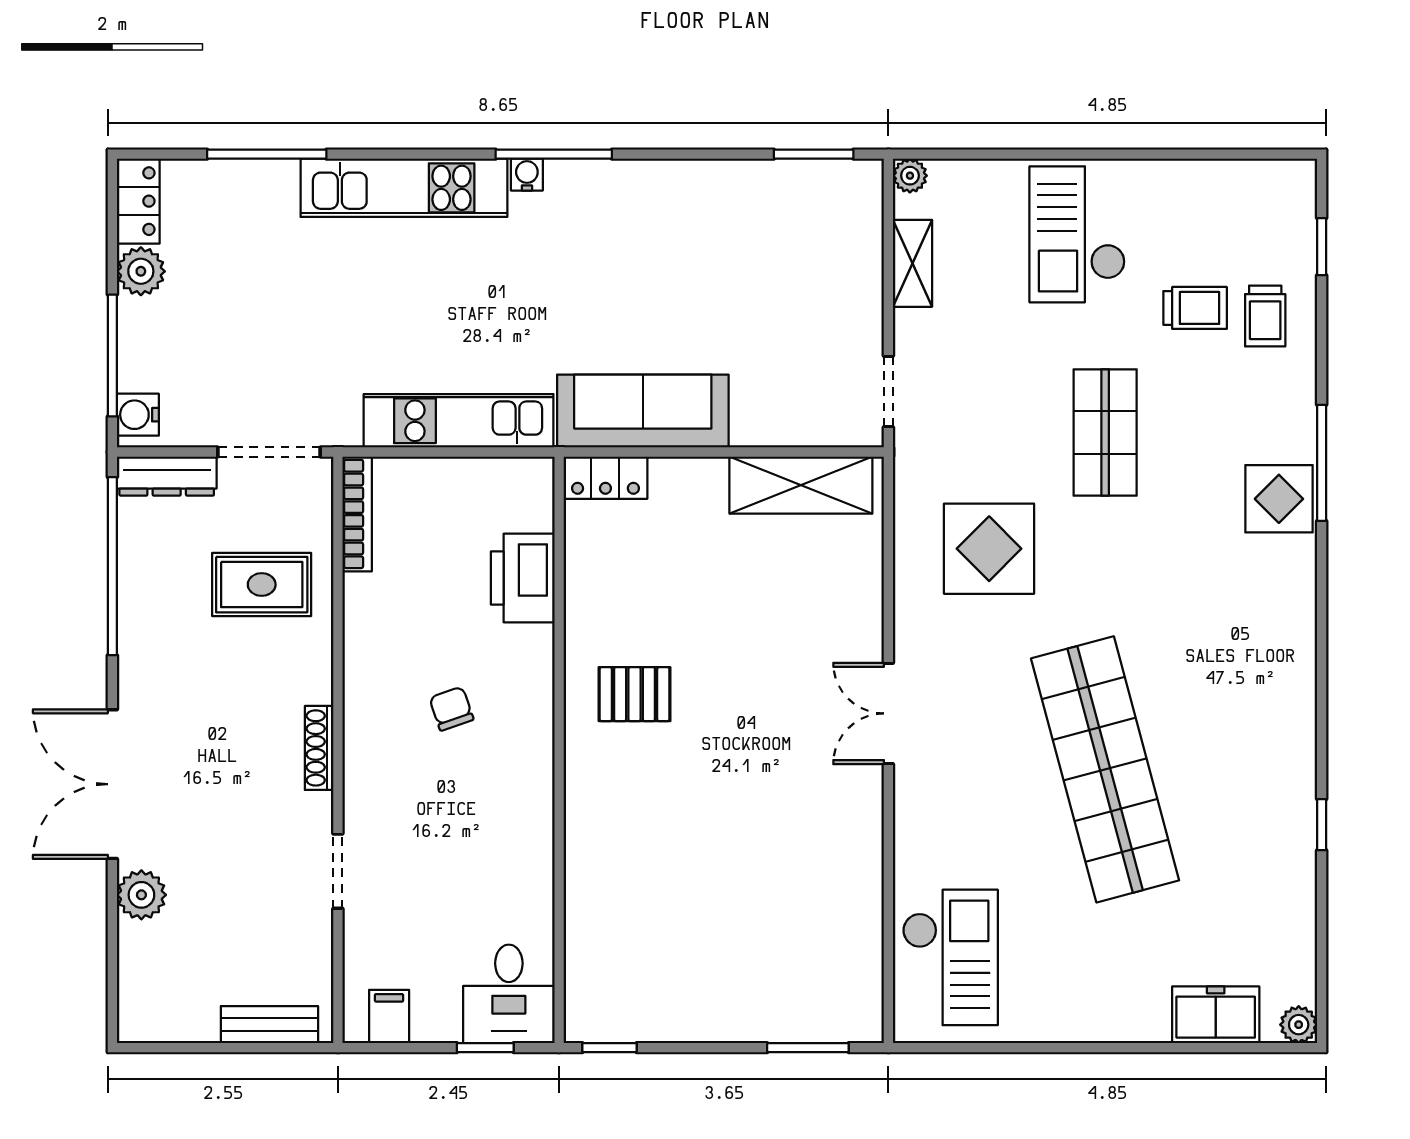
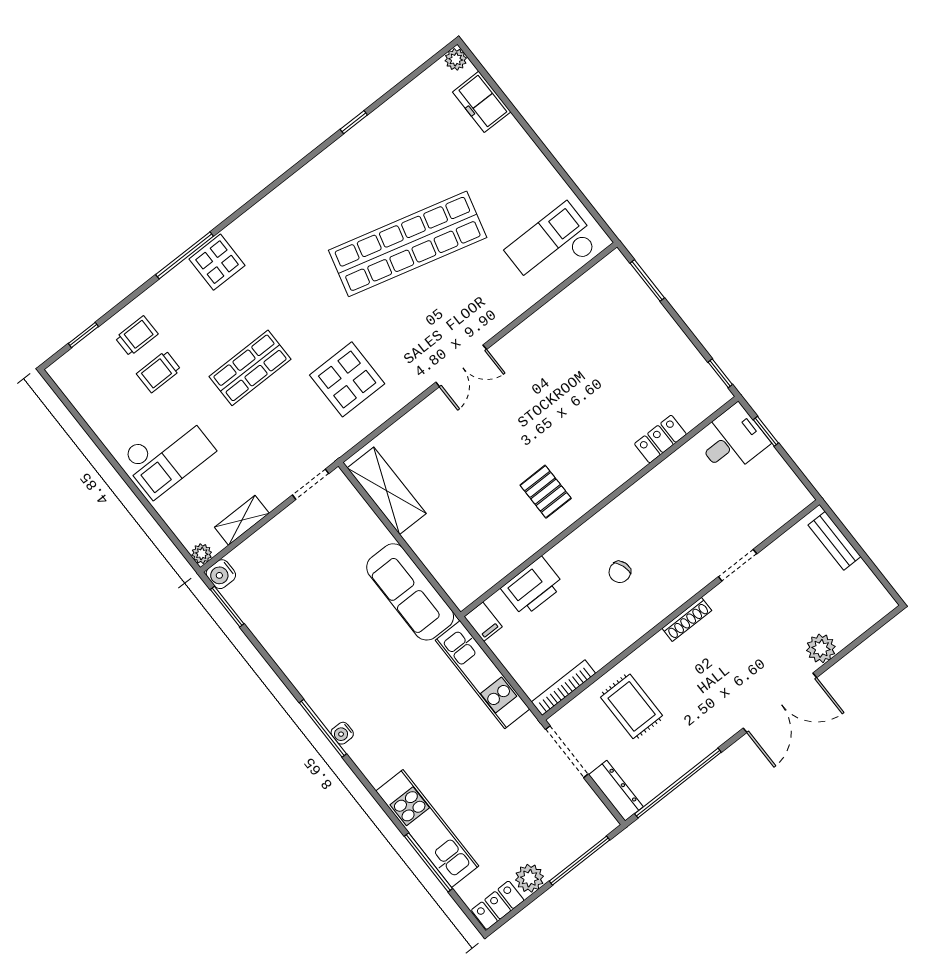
kitchen unit: (404, 188) -> (427, 829), moved
trolley: (1195, 308) -> (159, 372), turned -90
water cooler: (138, 415) -> (221, 574), moved, turned 90
locker: (605, 478) -> (660, 439), moved, turned -90
shop shelf: (1105, 769) -> (408, 244), turned 30
filing cabinet: (389, 1016) -> (483, 622), moved, turned -90

